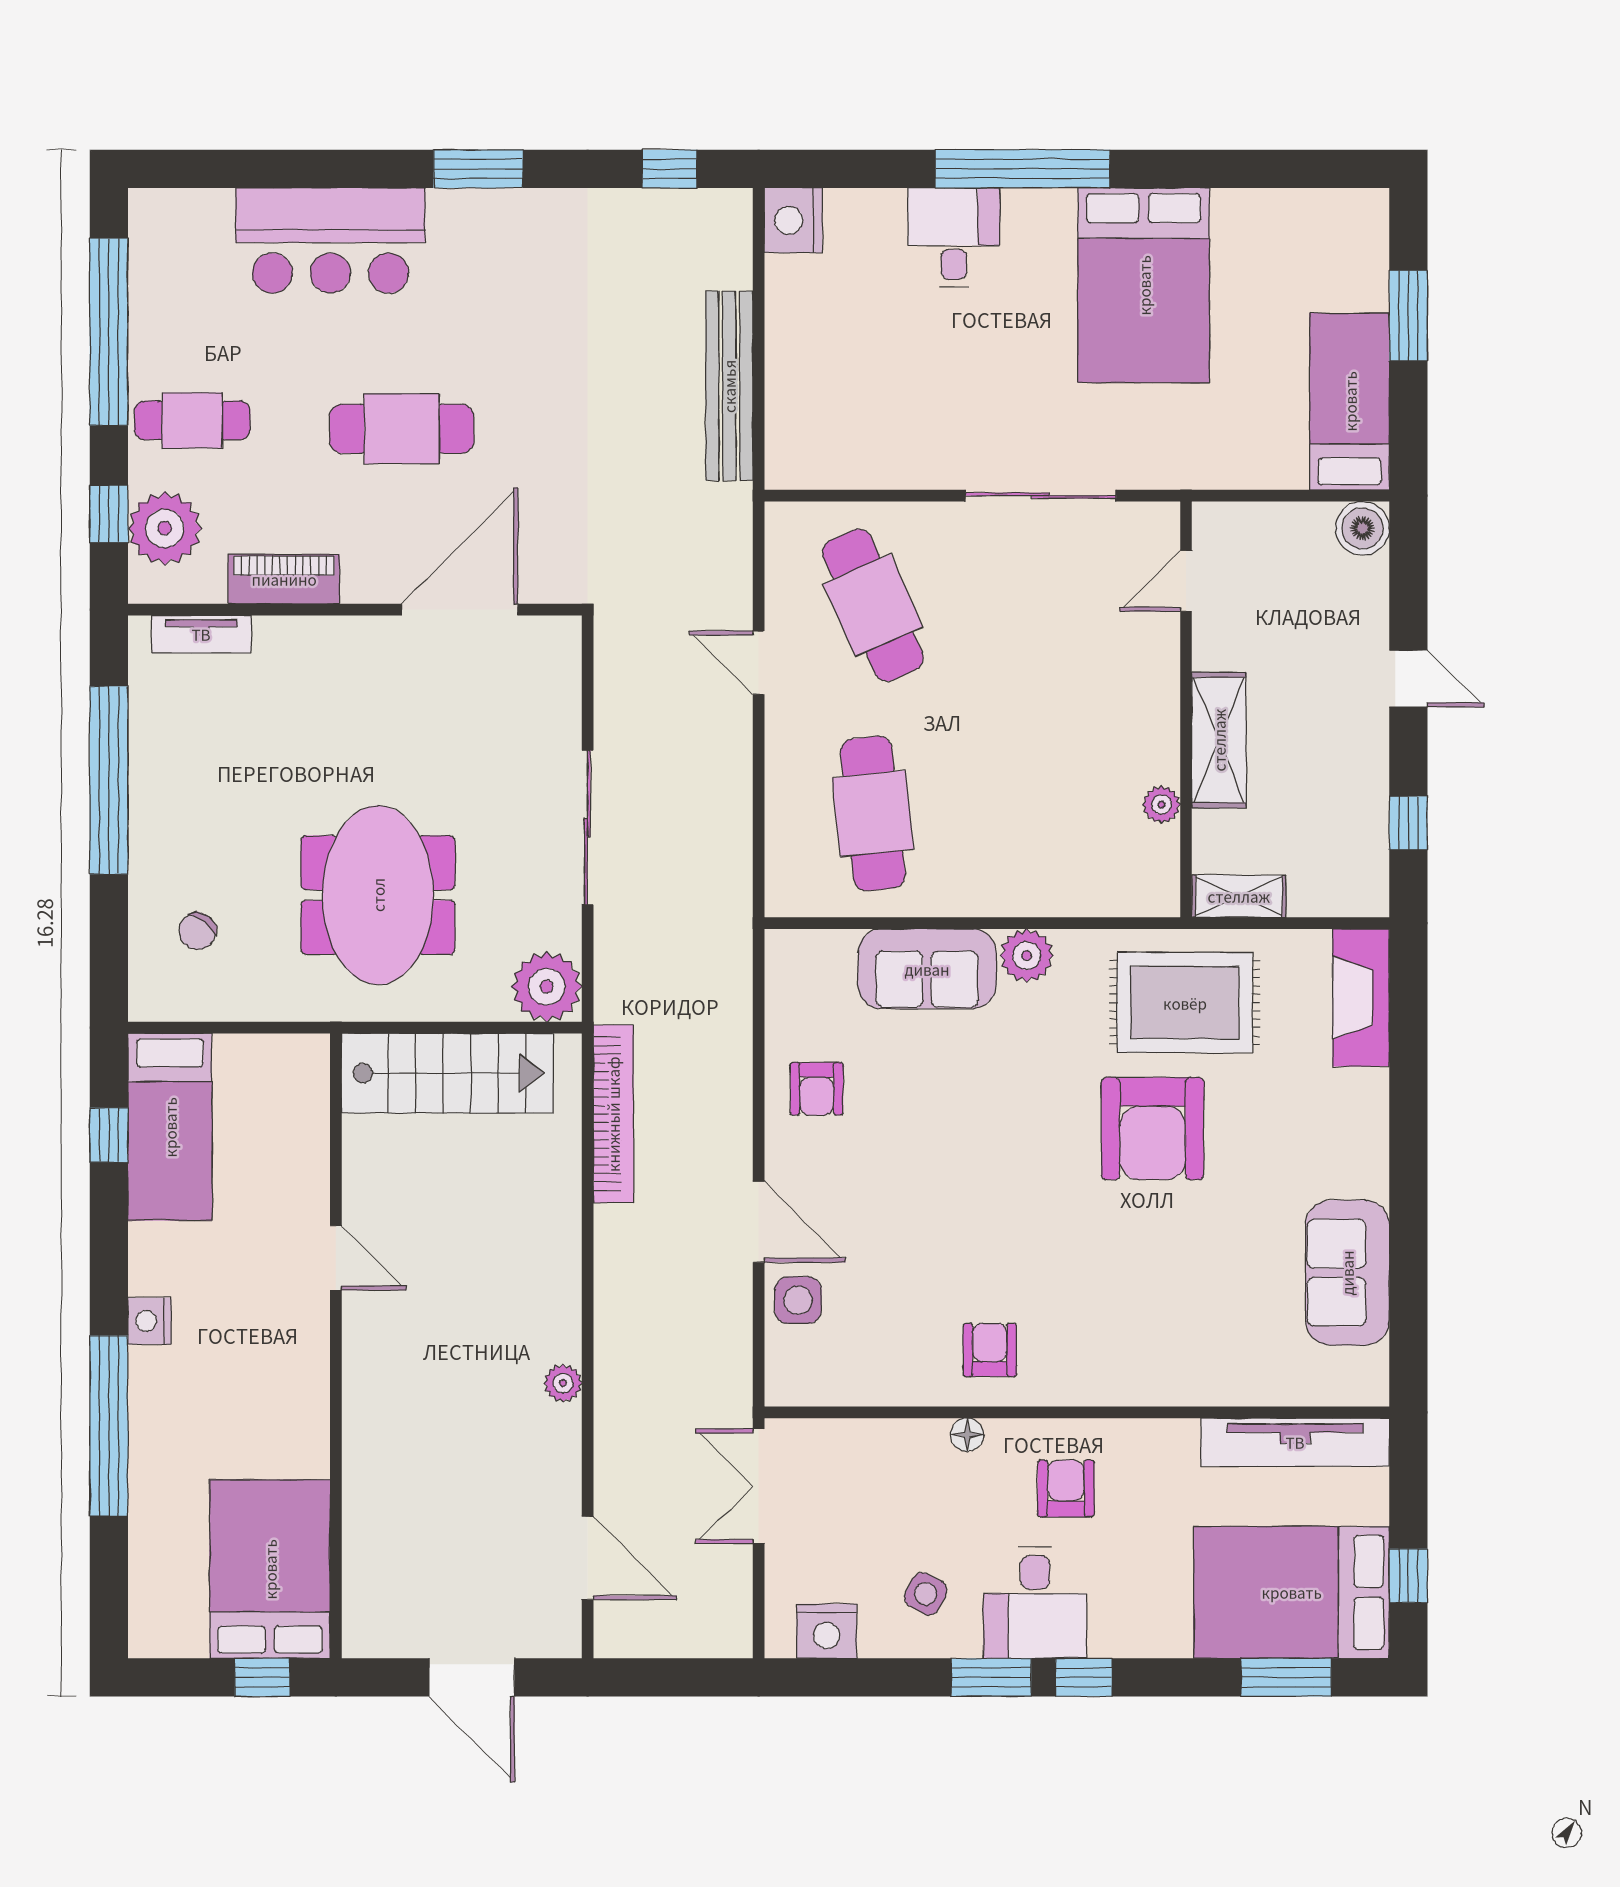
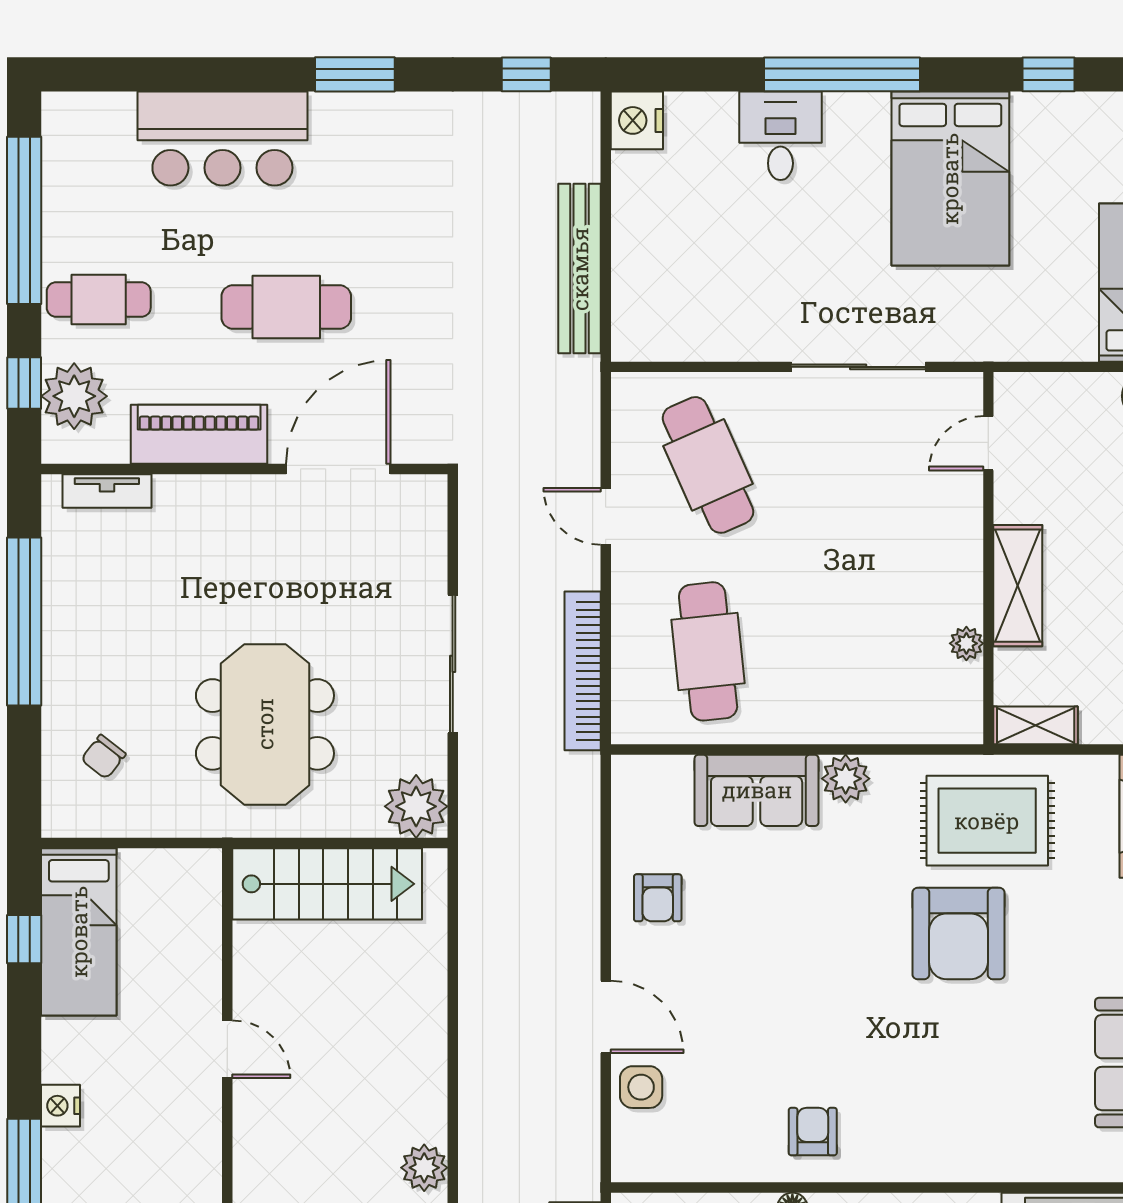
window: (1253, 169) -> (1048, 74), added
piano: (284, 579) -> (199, 434), width x1.37, depth x1.33
bookcase: (613, 1114) -> (583, 671), moved, turned 180
plant: (563, 1383) -> (424, 1168), width x1.38, depth x1.38

